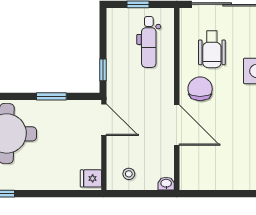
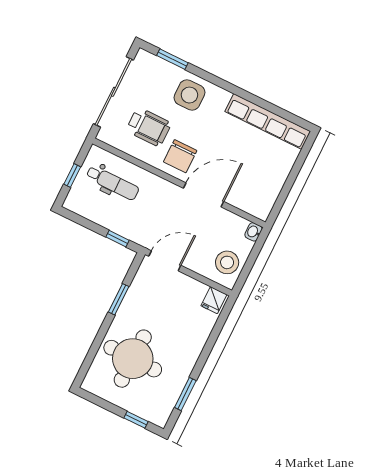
chair: (200, 89) -> (180, 156), turned -90
stool: (129, 174) -> (227, 262), width x1.89, depth x1.89

